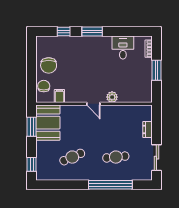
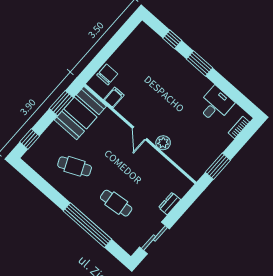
chair: (49, 65) -> (129, 59), removed
window: (156, 70) -> (218, 166), moved

